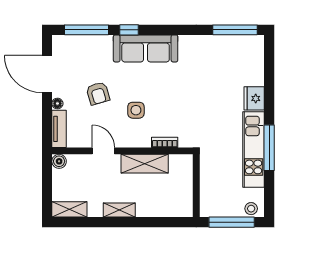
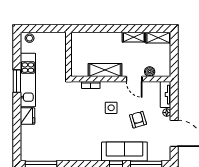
sofa: (146, 48) -> (124, 151), moved
window: (269, 148) -> (17, 81), width x0.69
boiler: (59, 161) -> (150, 72), moved
shelving: (119, 210) -> (134, 37), moved
window: (232, 222) -> (43, 29), removed

